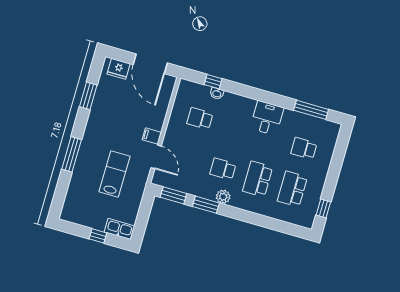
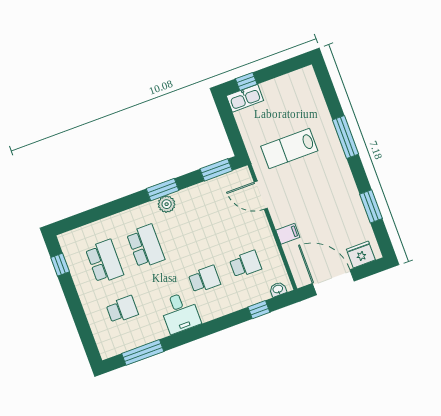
washbasin: (217, 94) -> (278, 289), moved
filing cabinet: (152, 136) -> (288, 234), moved
school desk: (223, 169) -> (204, 279), moved
lab bench: (115, 174) -> (289, 148), turned 90
window: (206, 205) -> (162, 190), moved
window: (98, 236) -> (246, 82), moved

